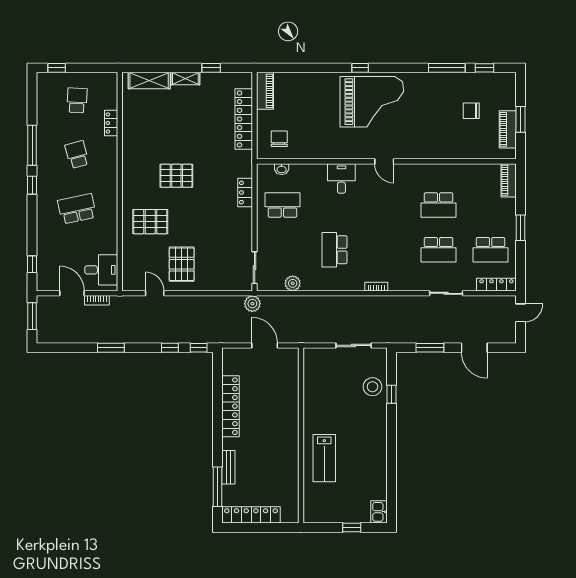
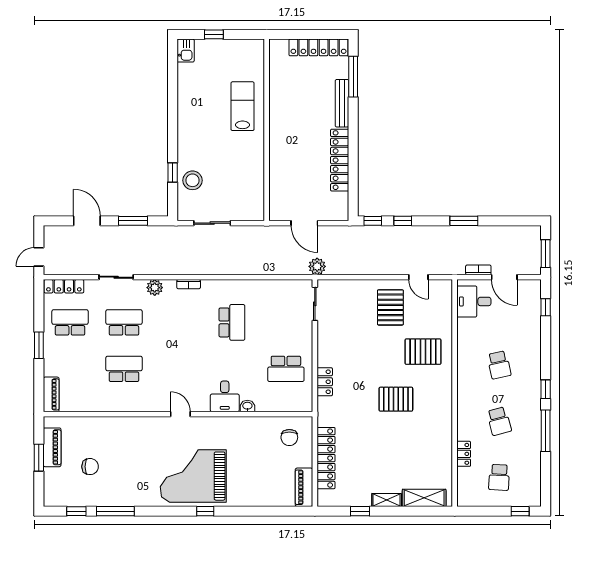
washbasin: (282, 169) -> (247, 406), moved
school desk: (77, 209) -> (499, 365), width x0.54
plant: (293, 283) -> (155, 288), moved
bench: (228, 467) -> (342, 103), width x1.36

